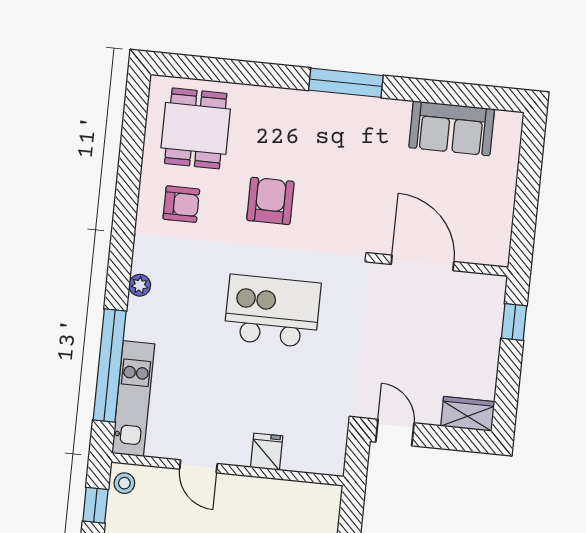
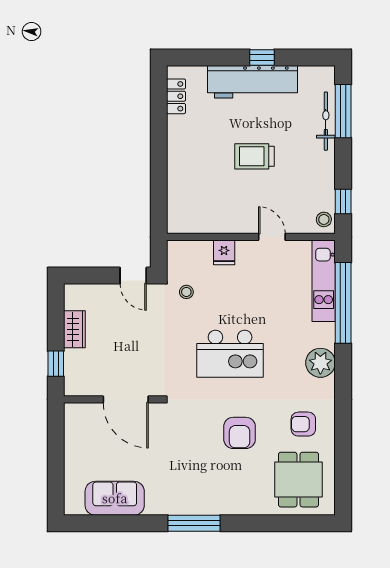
plant: (140, 285) -> (320, 363), width x1.88, depth x1.88
stool: (324, 403) -> (186, 292), added
wardrobe: (468, 414) -> (74, 329), moved, turned -90

